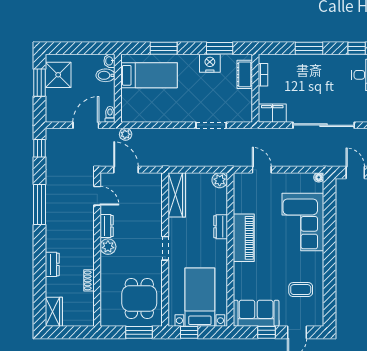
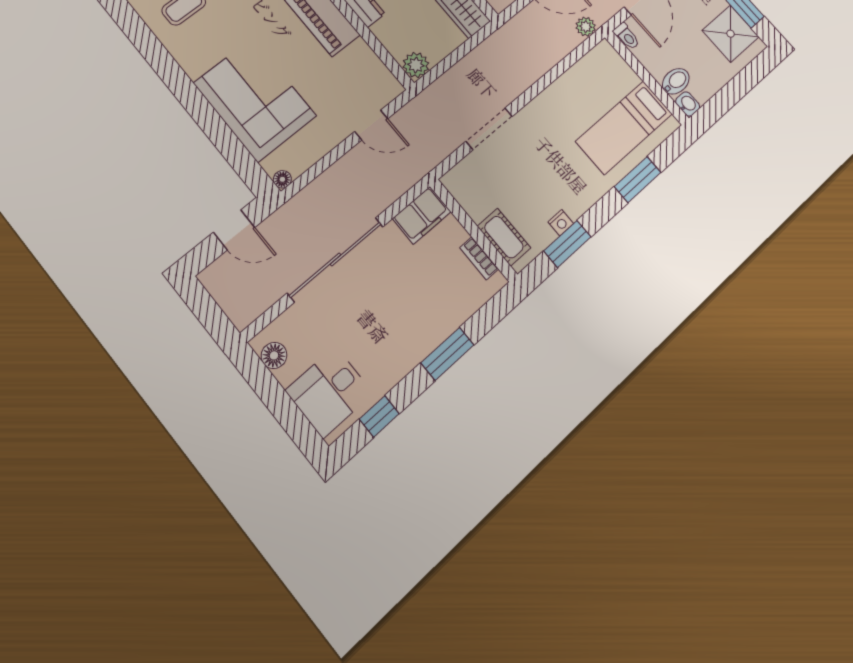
nightstand: (210, 63) -> (561, 223), width x0.53, depth x0.56

